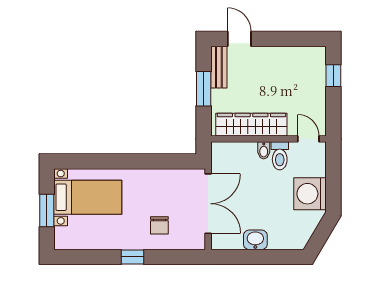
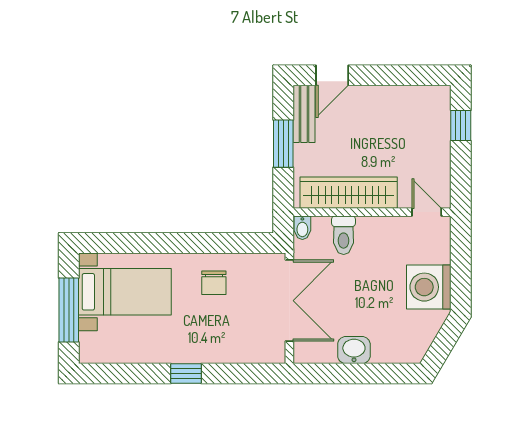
door: (239, 39) -> (332, 75), swing flipped
bidet: (264, 150) -> (302, 228), moved
toilet: (280, 156) -> (344, 235), moved
window: (47, 210) -> (69, 310), width x1.44
chair: (159, 225) -> (214, 283), moved

